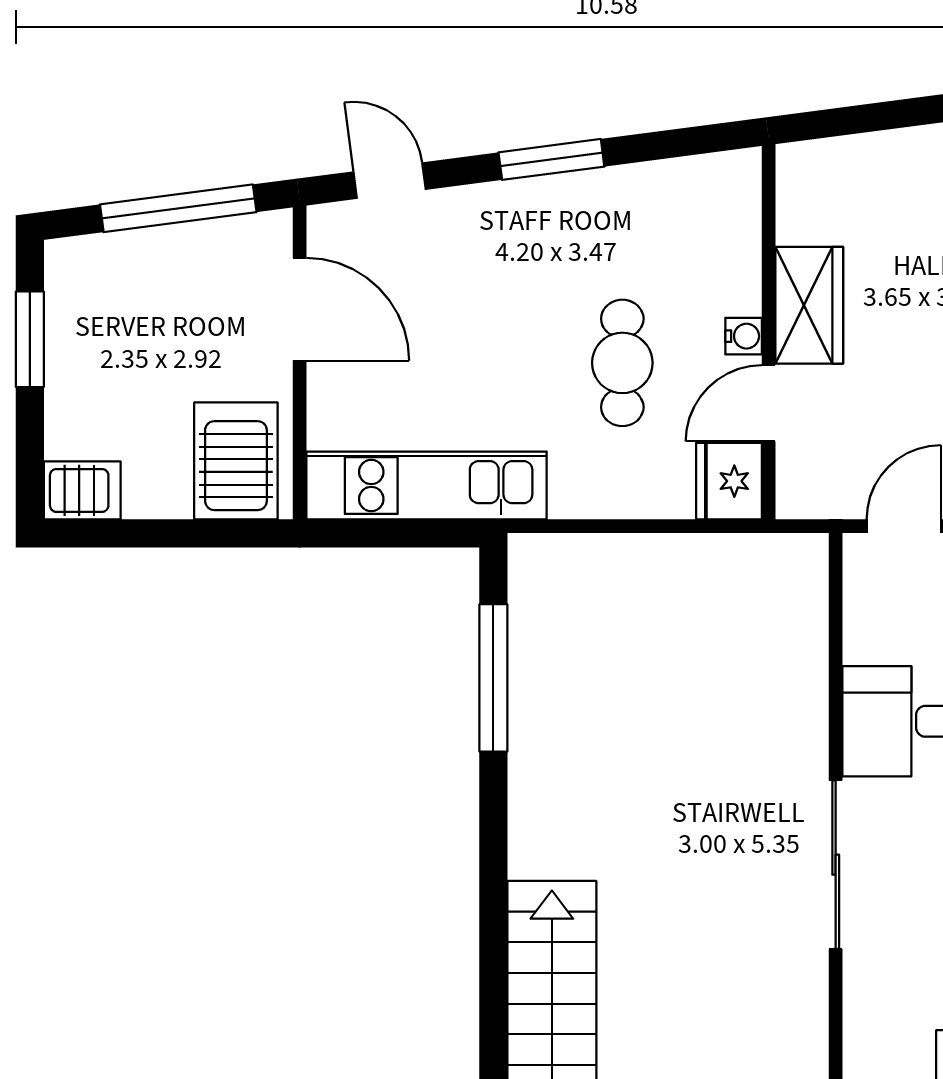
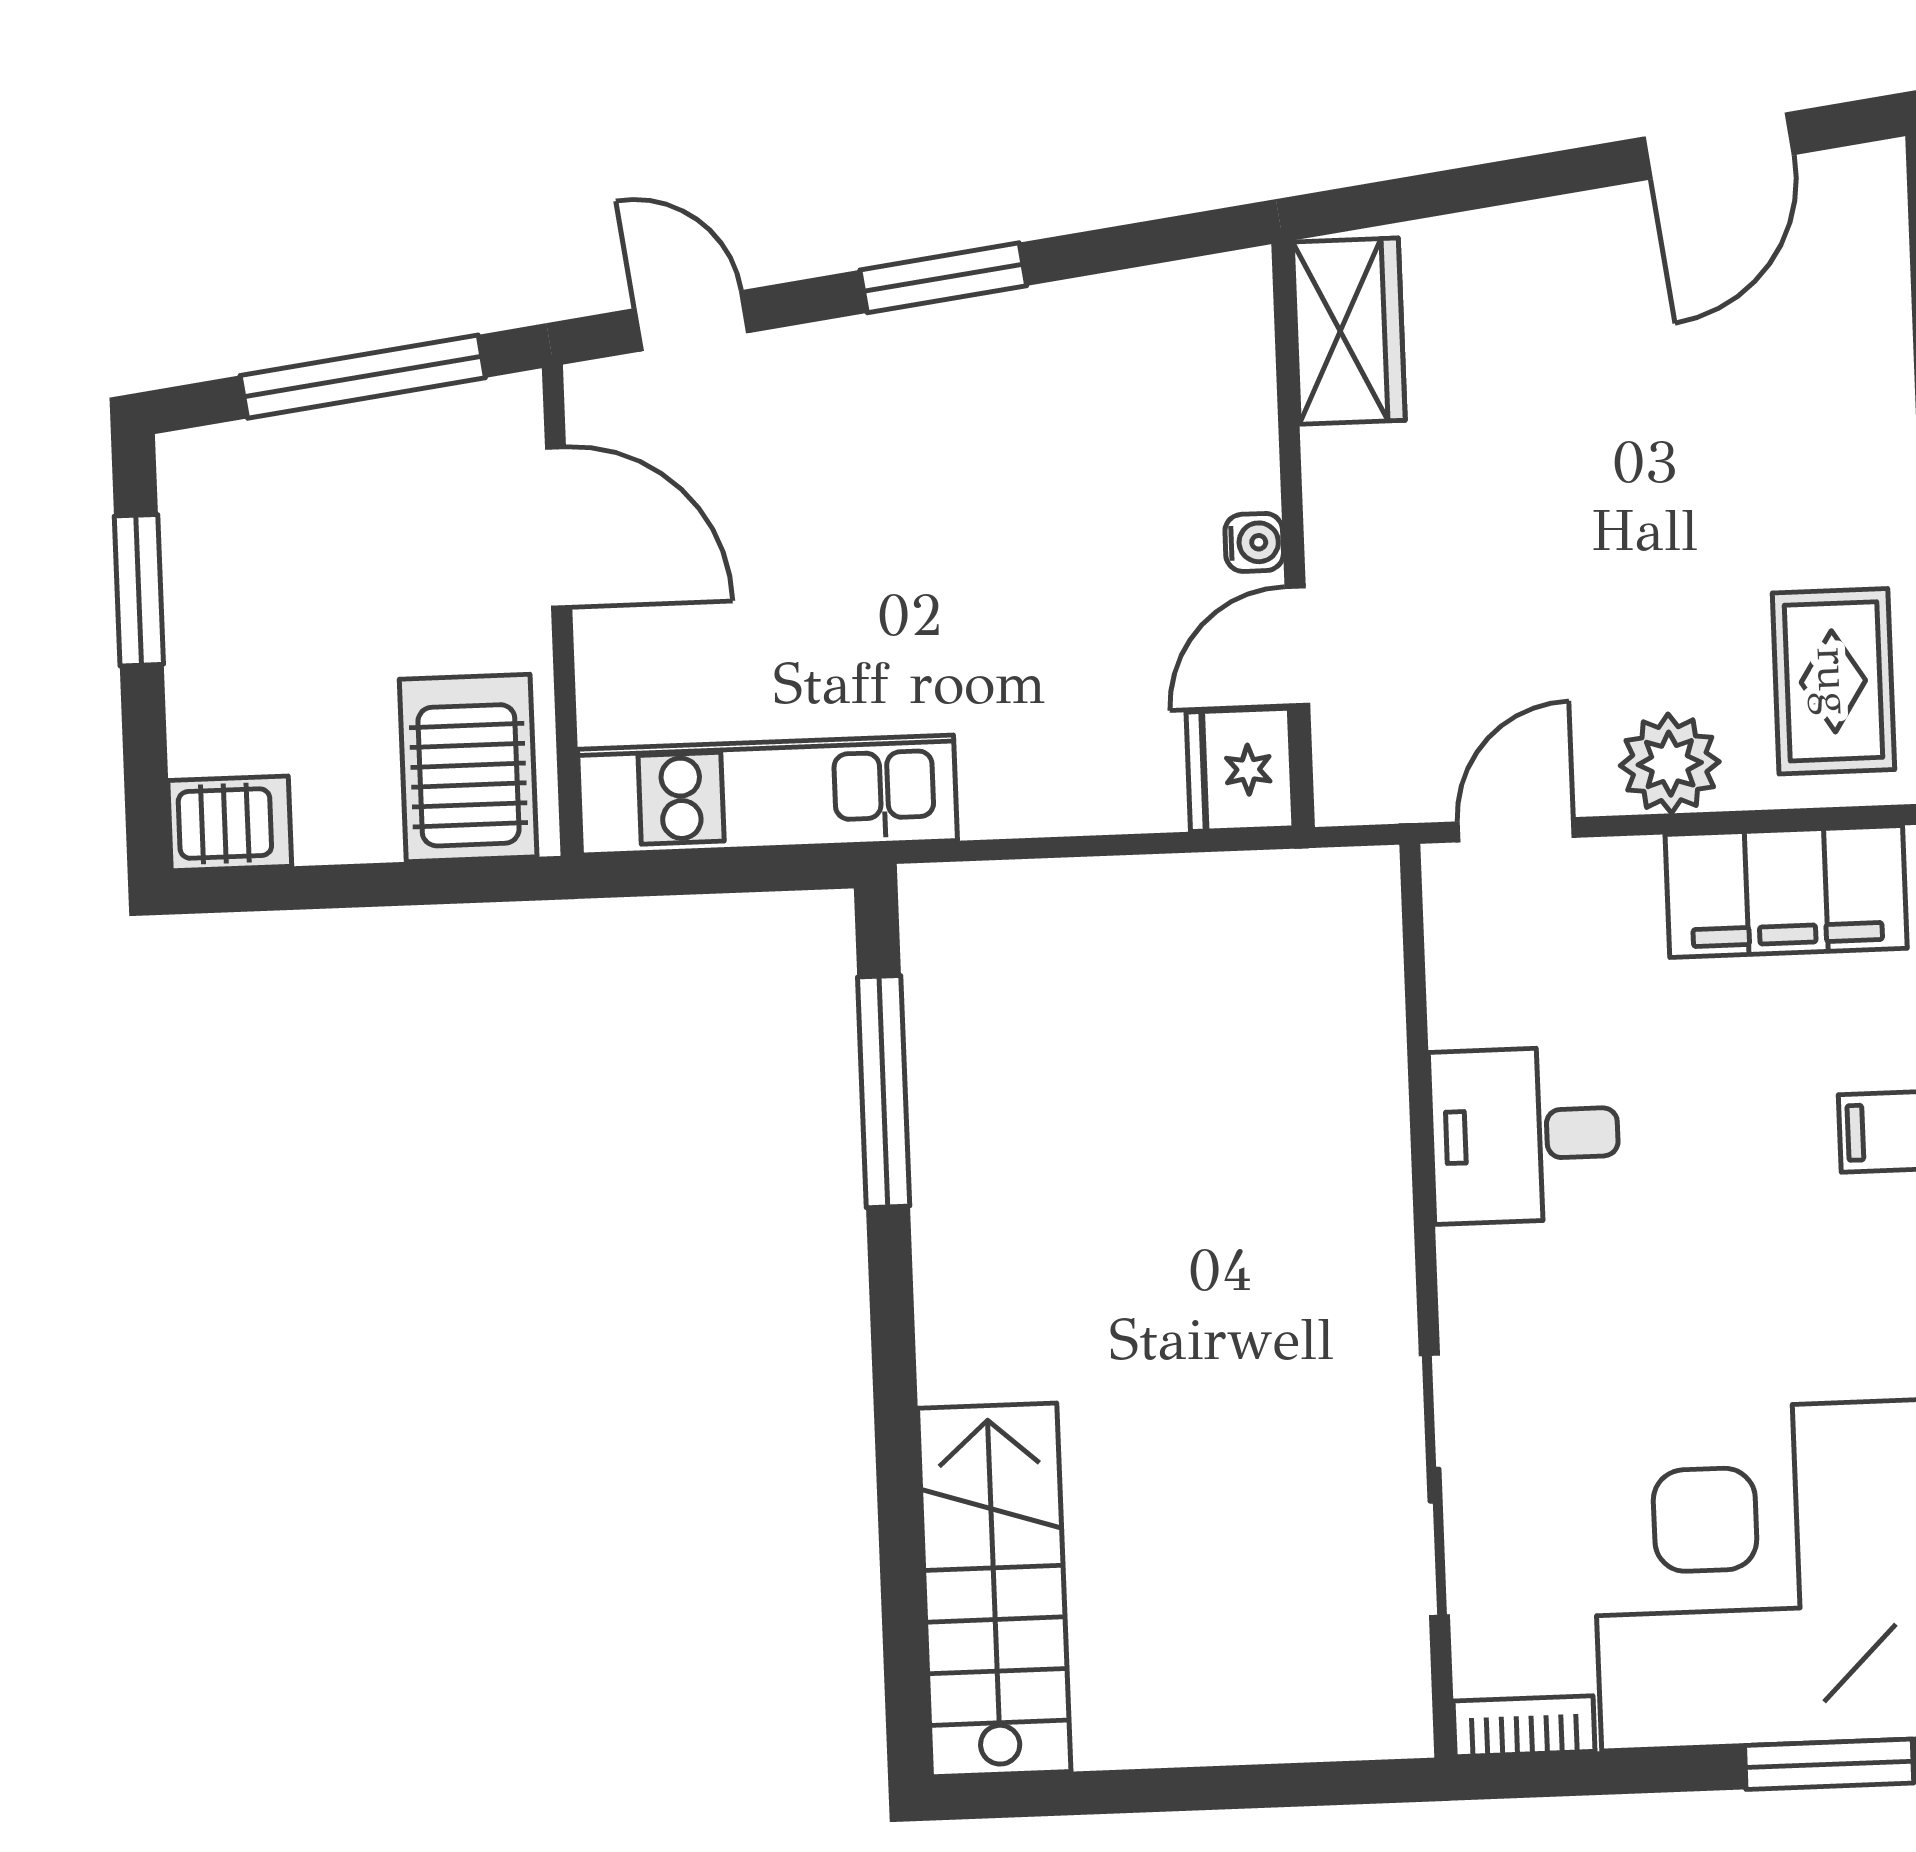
wardrobe: (809, 305) -> (1349, 331), moved
cafe table: (622, 363) -> (1066, 592), removed
sliding door: (836, 865) -> (1434, 1485), moved

